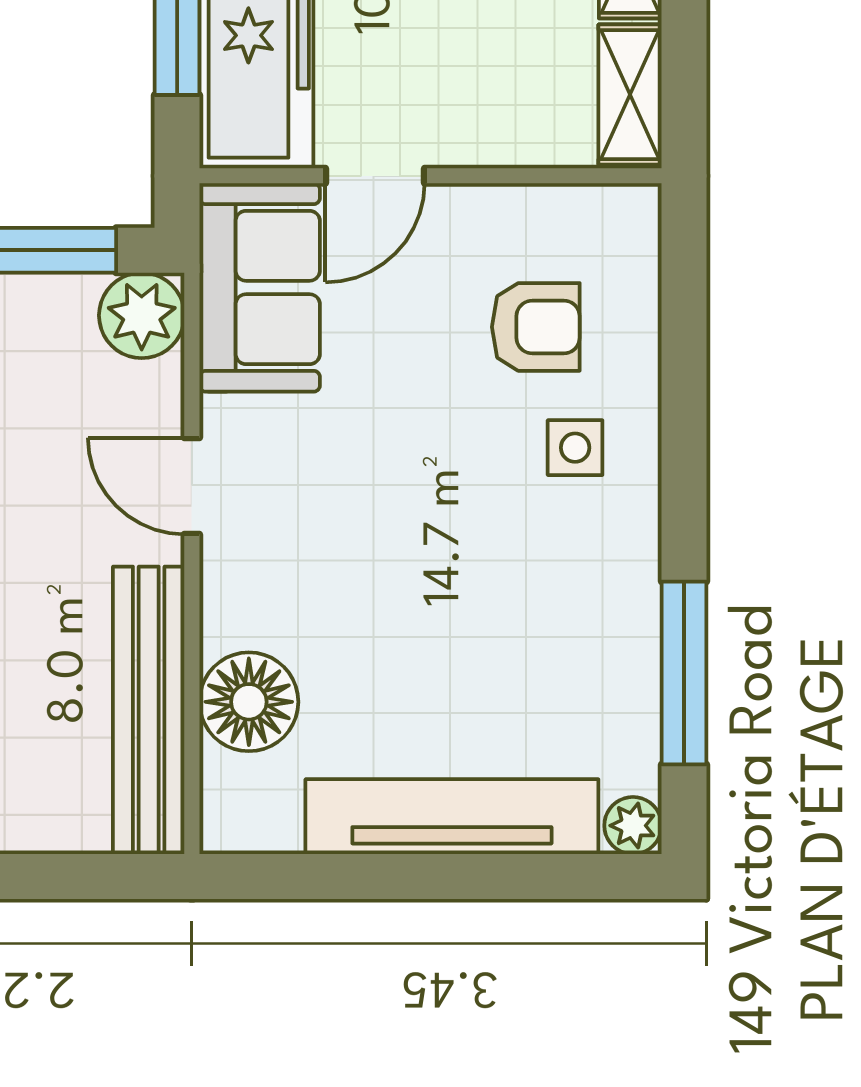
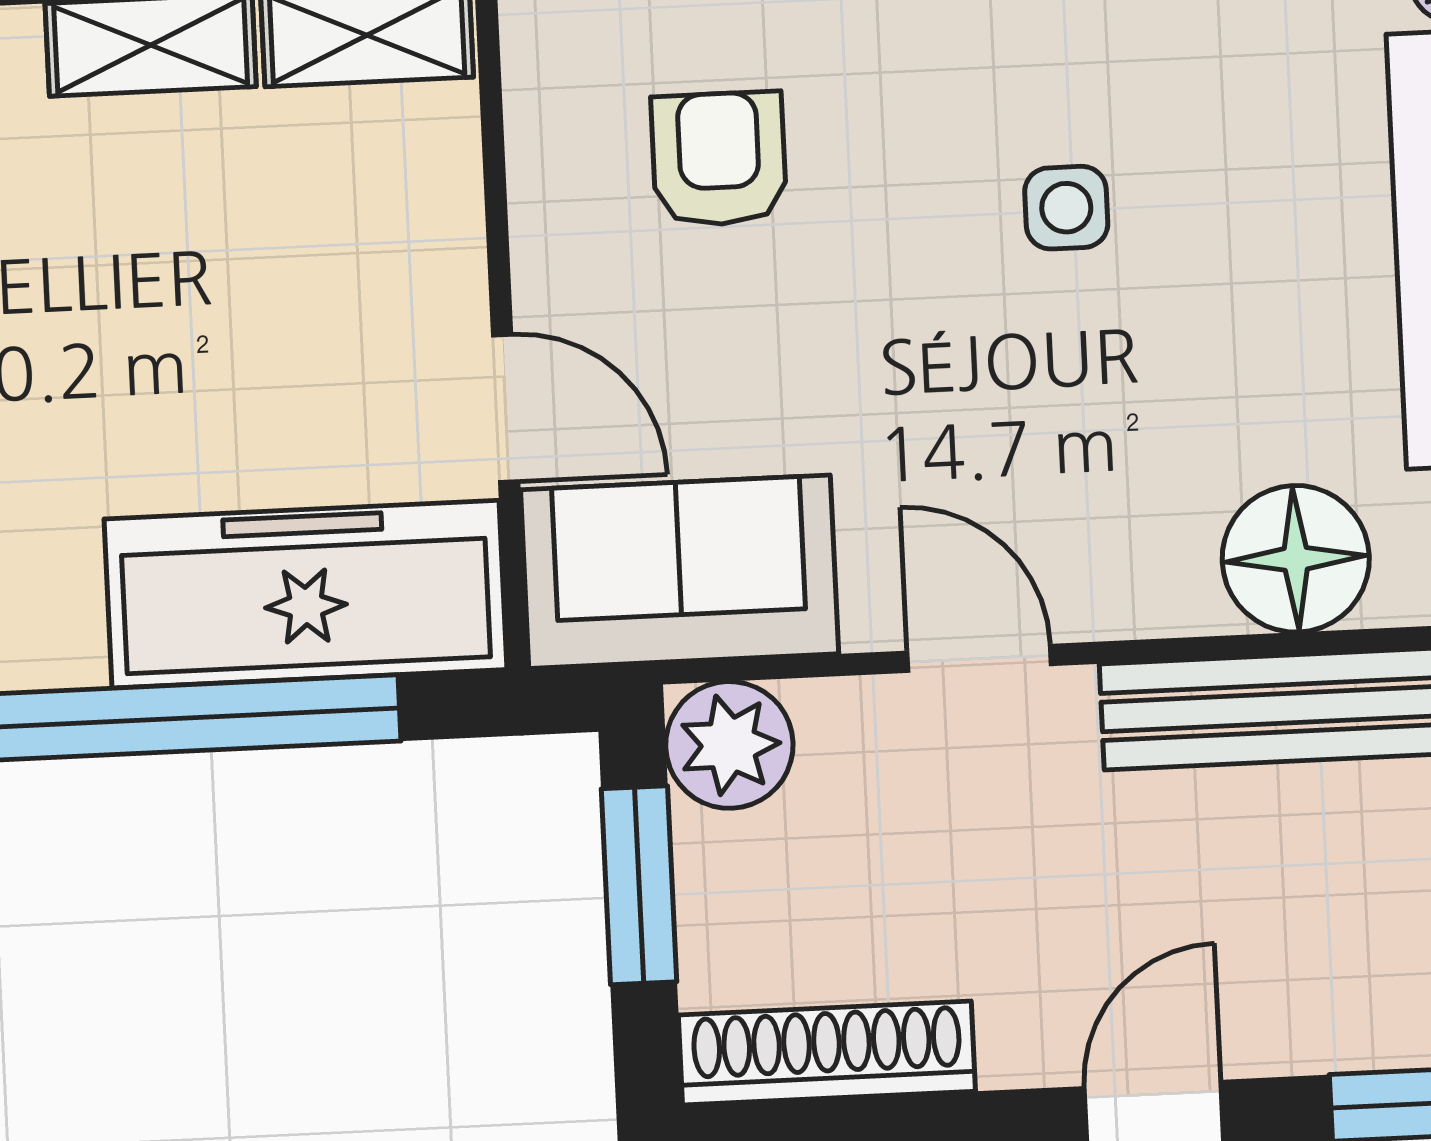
side table: (575, 448) -> (1066, 208), moved
door: (192, 486) -> (979, 658), swing flipped

